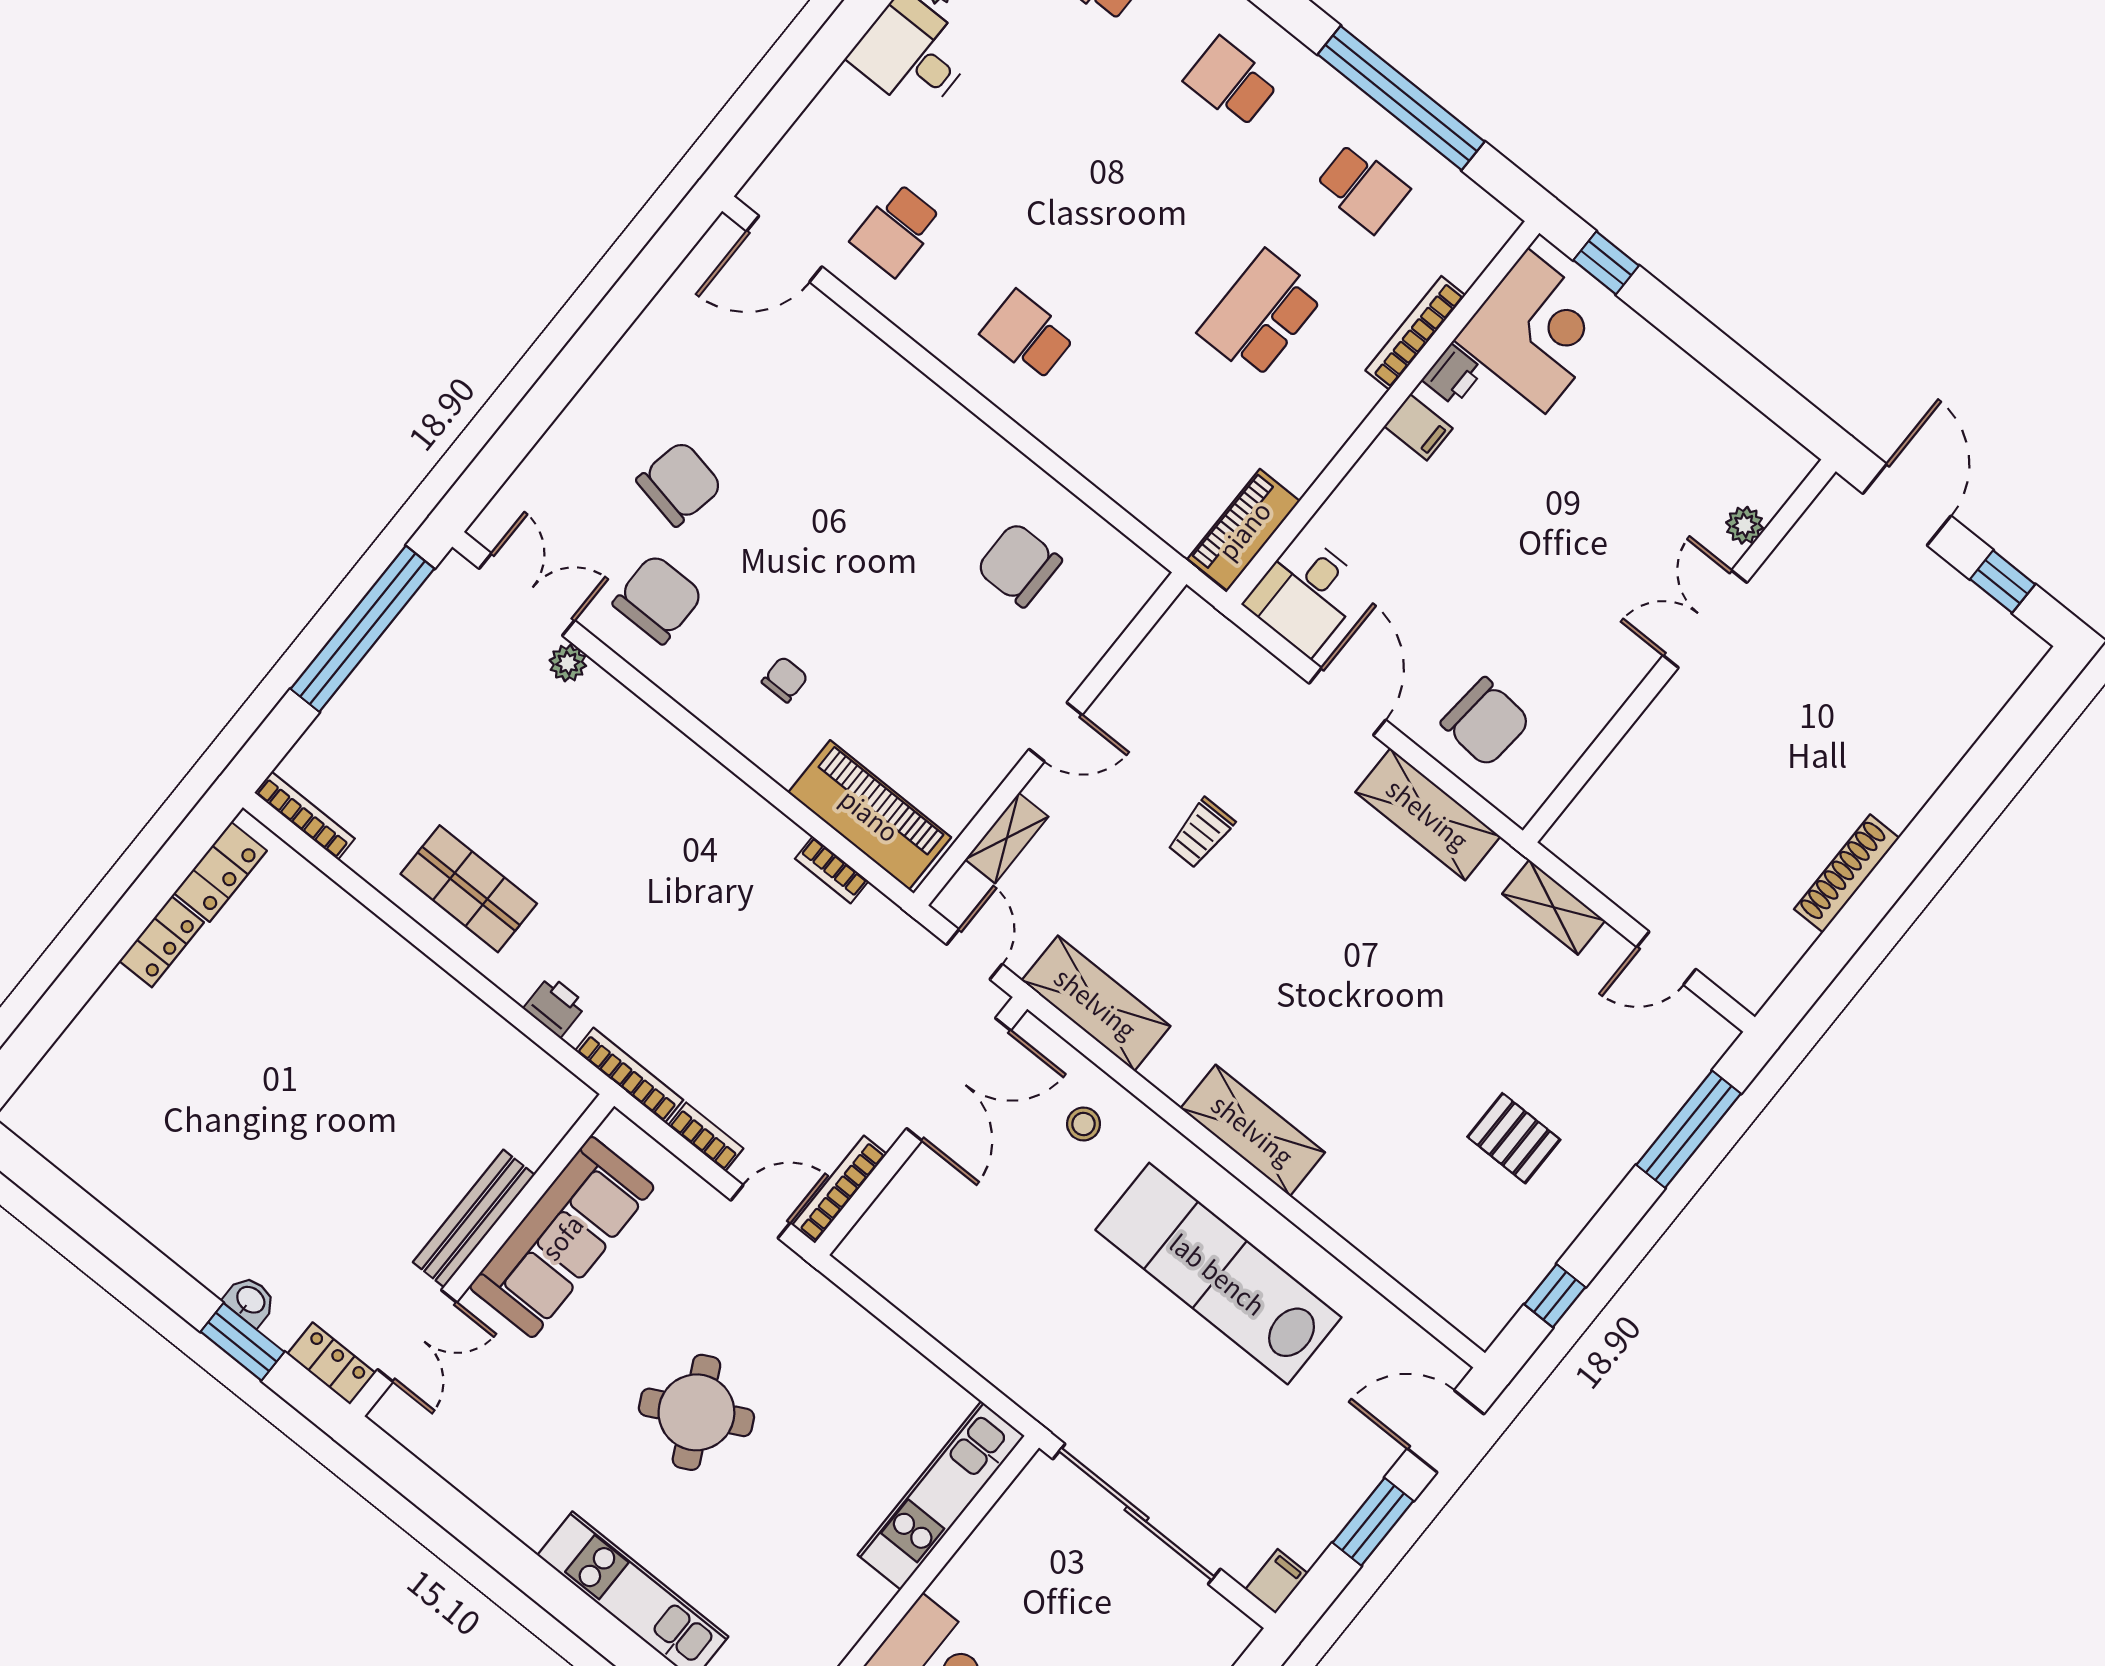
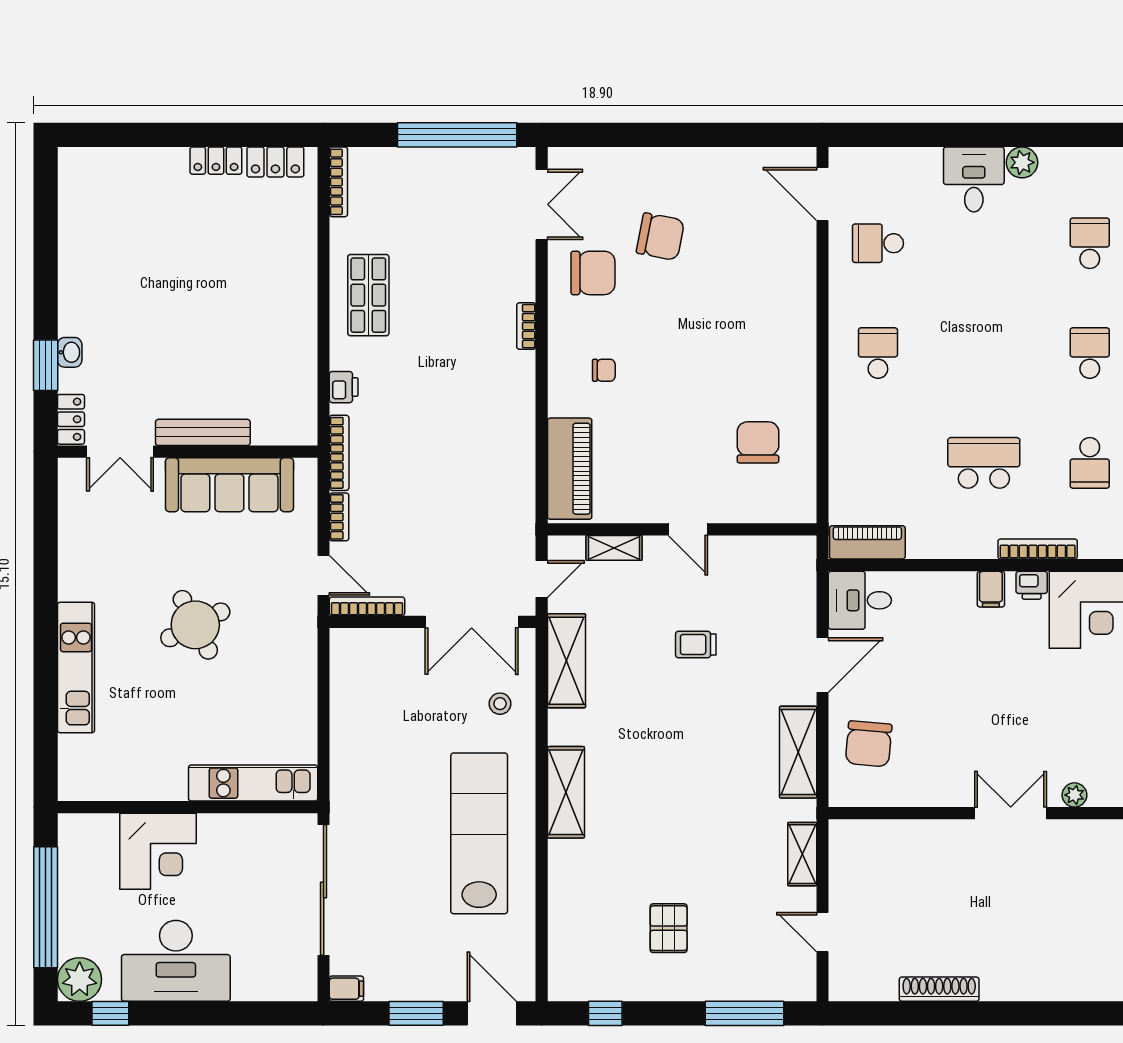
plant: (568, 663) -> (524, 253), removed
bookcase: (832, 870) -> (526, 326), moved

